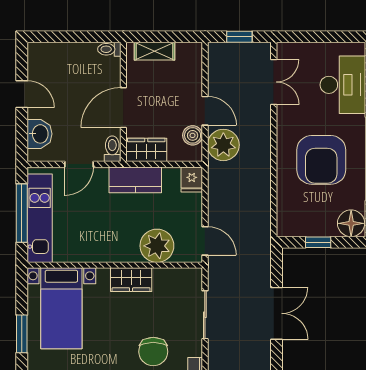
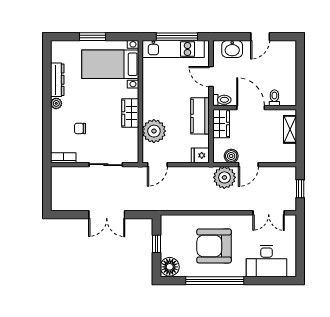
toilet: (109, 49) -> (274, 98), moved
chair: (153, 352) -> (80, 128), width x0.54, depth x0.54

